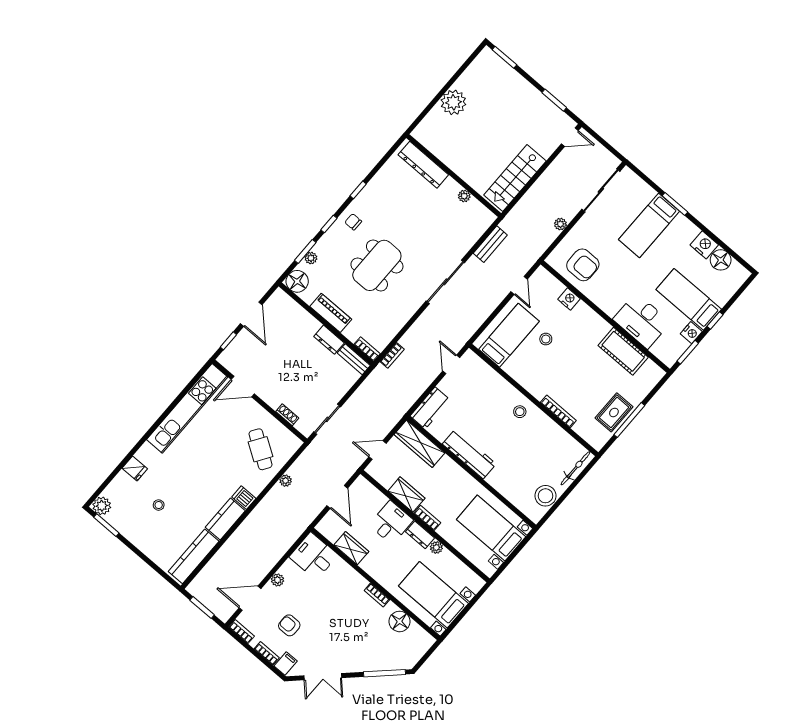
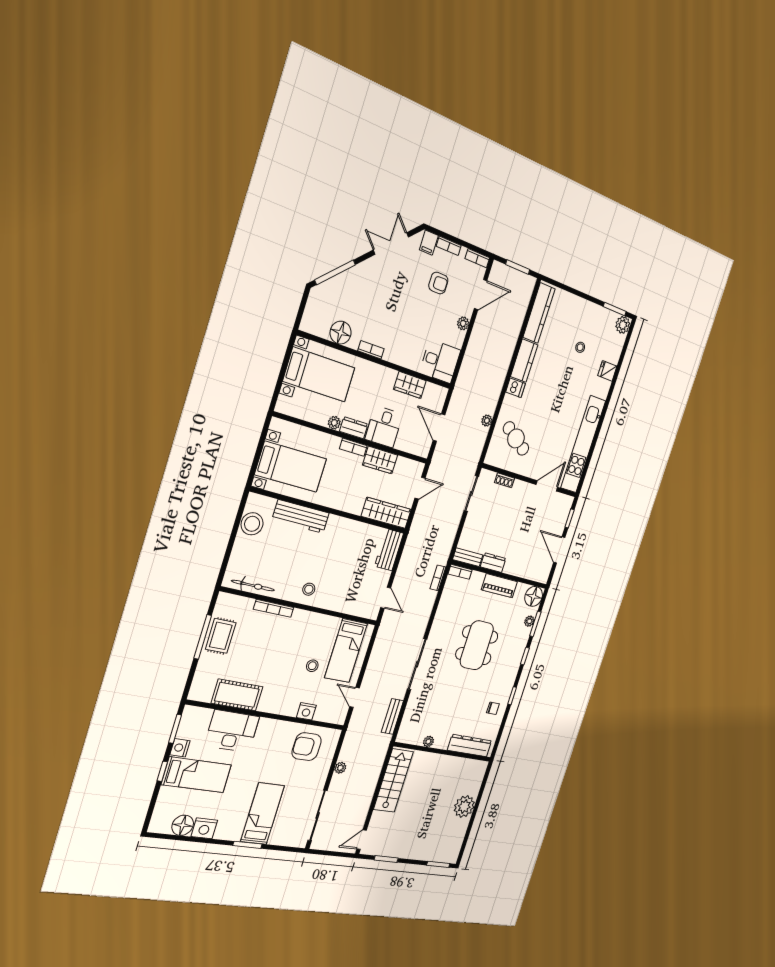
chair: (353, 222) -> (493, 708), moved
workbench: (469, 454) -> (301, 516), moved
bicycle: (575, 468) -> (253, 586), moved, turned -90

